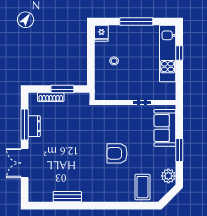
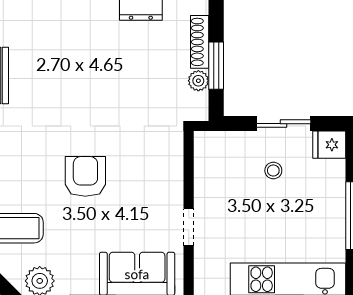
sliding door: (91, 56) -> (284, 124), added
plant: (70, 98) -> (198, 81), added

